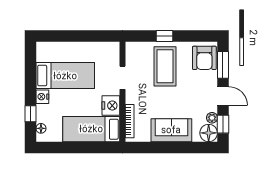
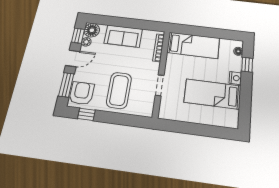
window: (164, 36) -> (86, 114), moved
door: (223, 96) -> (73, 58), swing flipped
nightstand: (111, 106) -> (173, 63), removed

